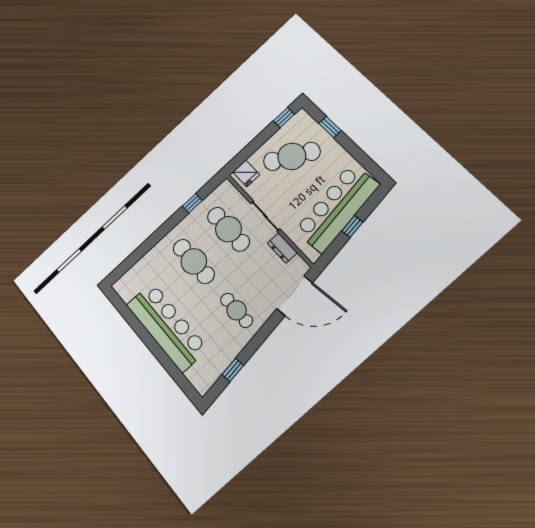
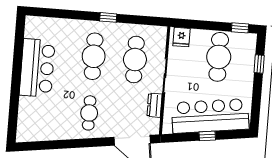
cafe table: (292, 156) -> (219, 57), turned 60
window: (192, 203) -> (108, 17), moved
bar counter: (167, 327) -> (37, 68), width x0.73
window: (233, 370) -> (51, 145), removed

